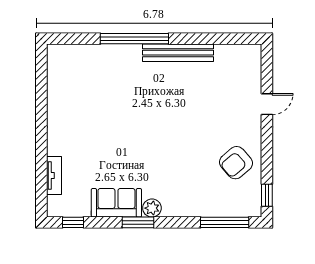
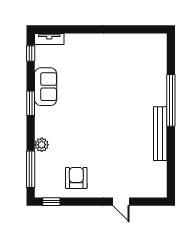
armchair: (236, 163) -> (76, 178), turned 41
tv unit: (54, 176) -> (49, 39), moved
plant: (152, 208) -> (42, 145), moved

